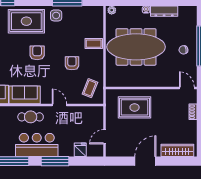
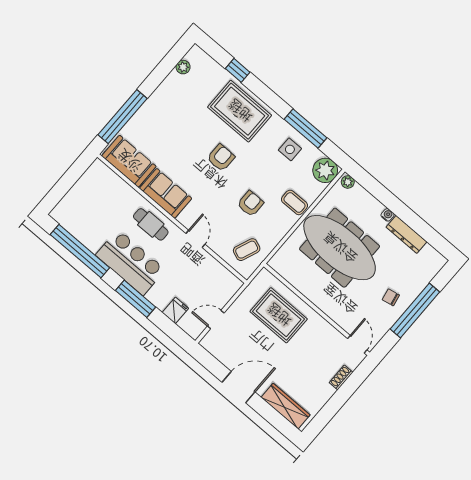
plant: (95, 14) -> (325, 170), added
side table: (56, 15) -> (290, 149), moved

